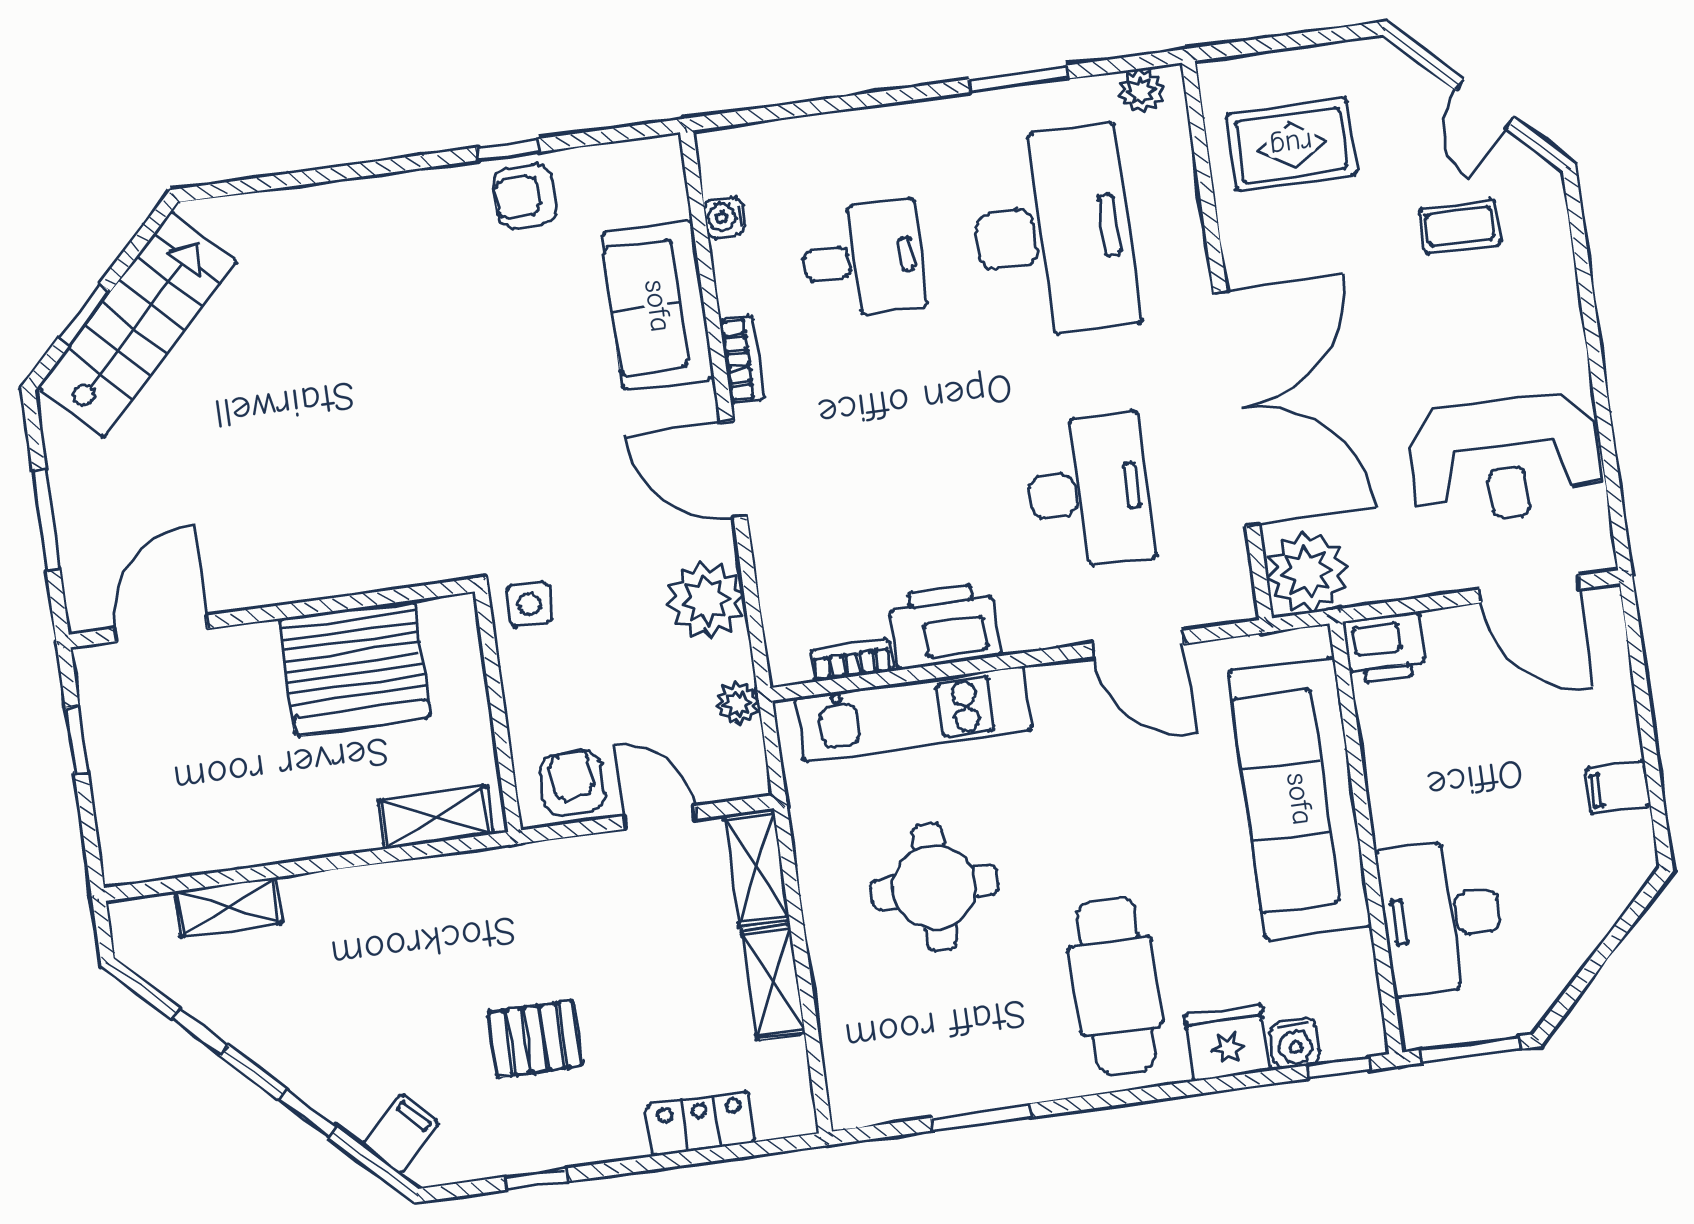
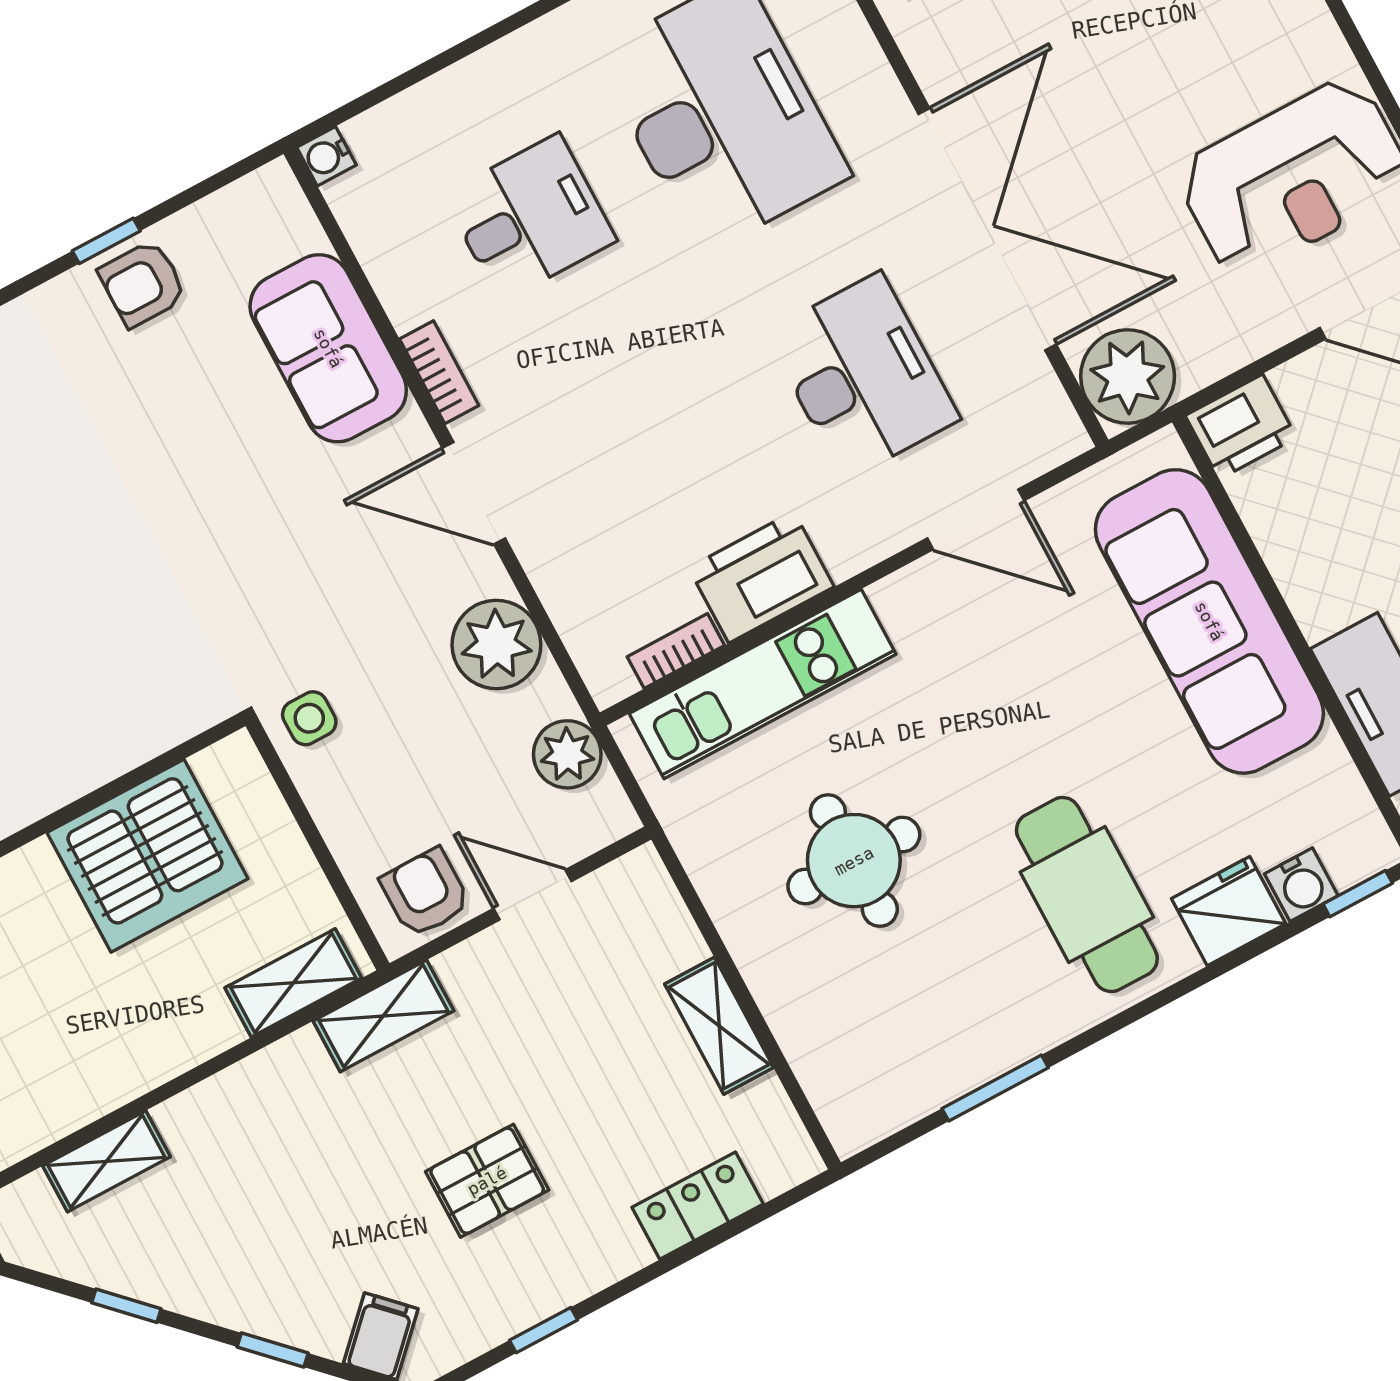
water cooler: (725, 217) -> (326, 156), moved
plant: (738, 703) -> (567, 754), width x1.38, depth x1.38
shelving: (757, 868) -> (383, 1016), moved, turned 90

